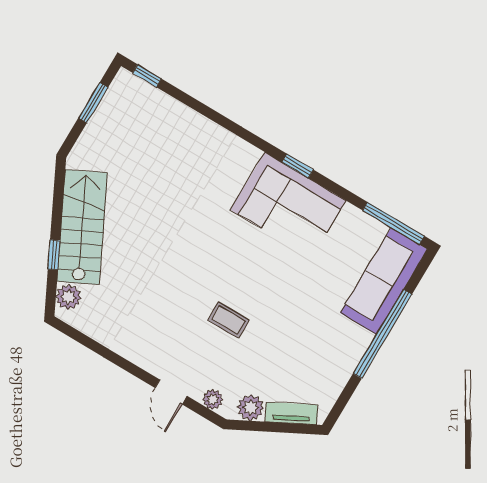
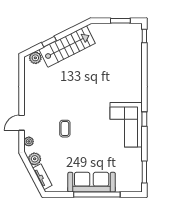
window: (393, 223) -> (144, 172), width x0.69
sofa: (384, 281) -> (92, 182), moved

